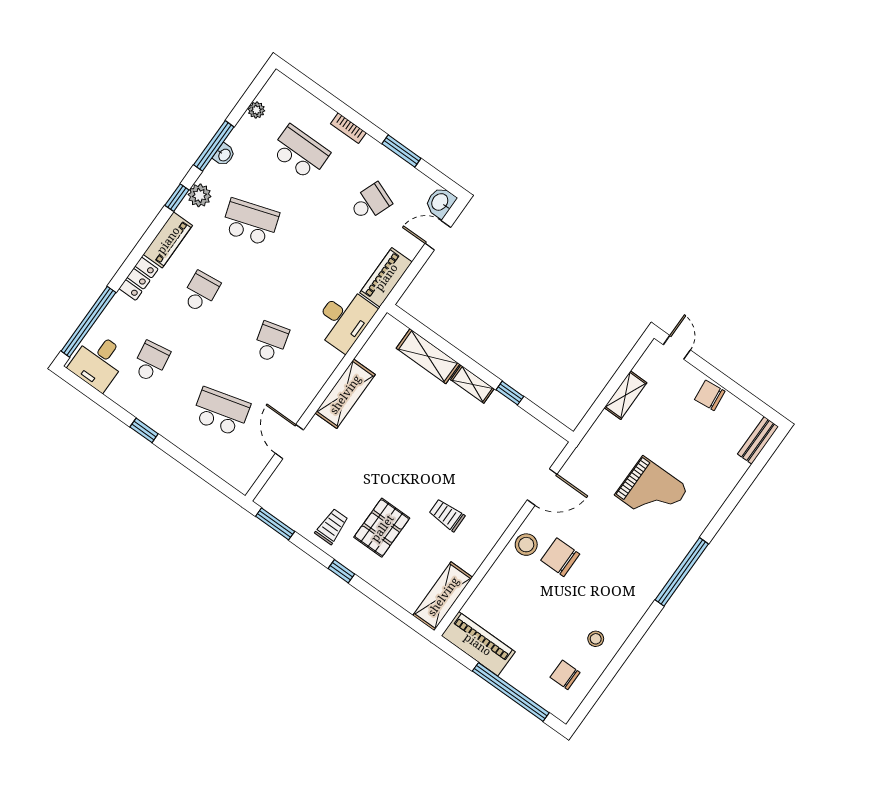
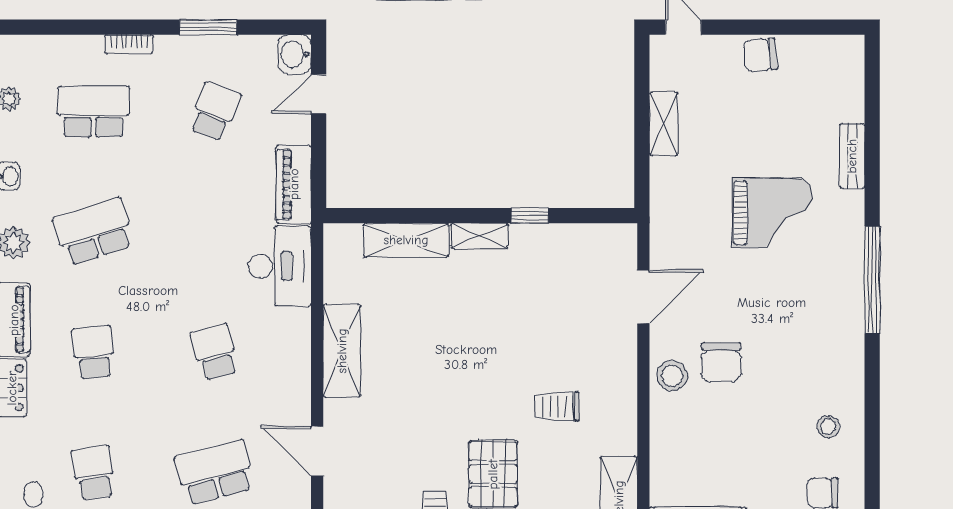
bench: (758, 440) -> (852, 156), moved
chair: (560, 557) -> (721, 362), turned -90

